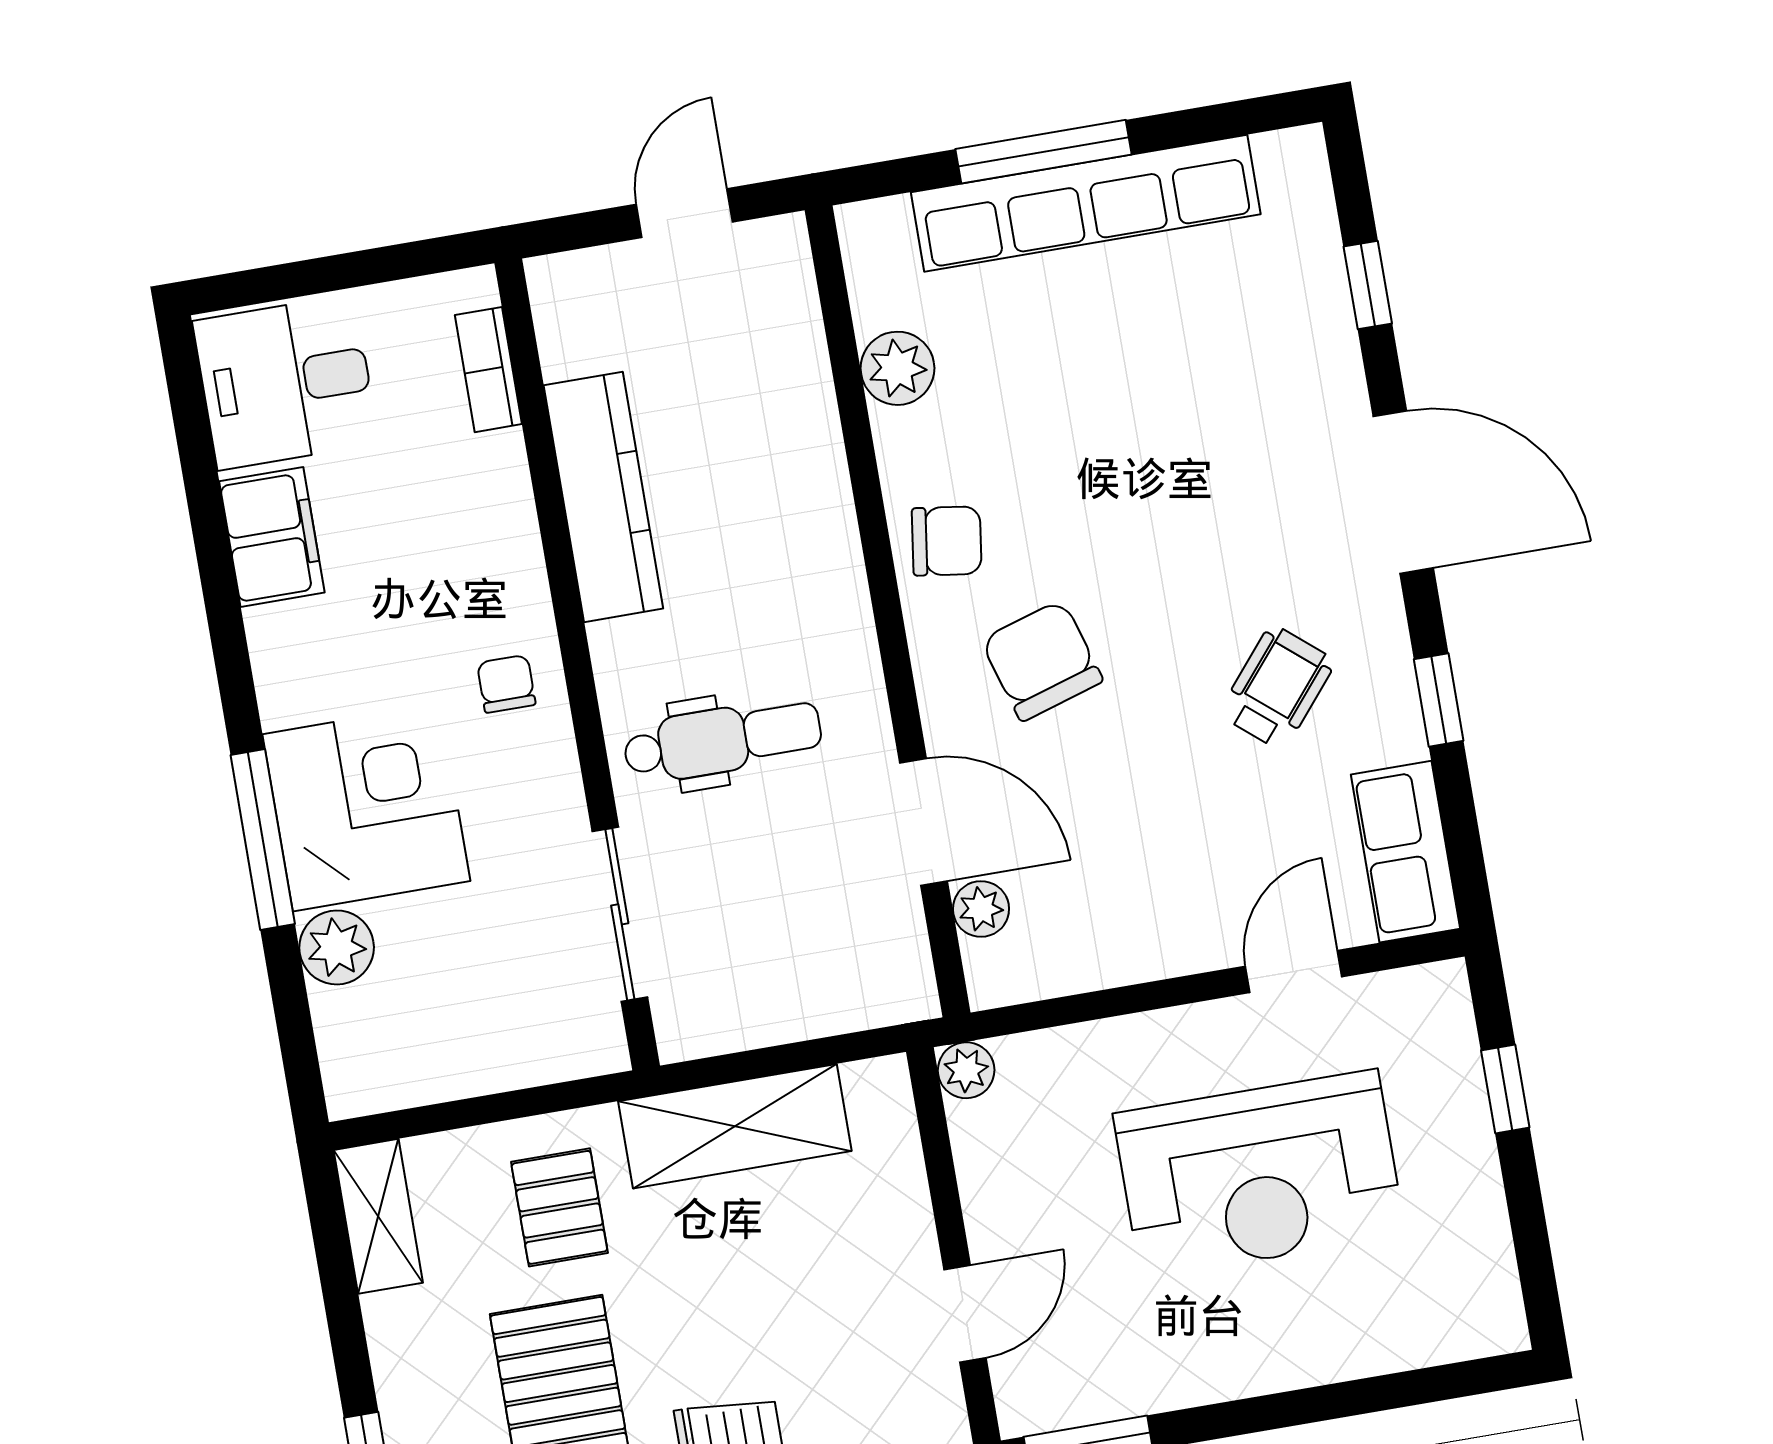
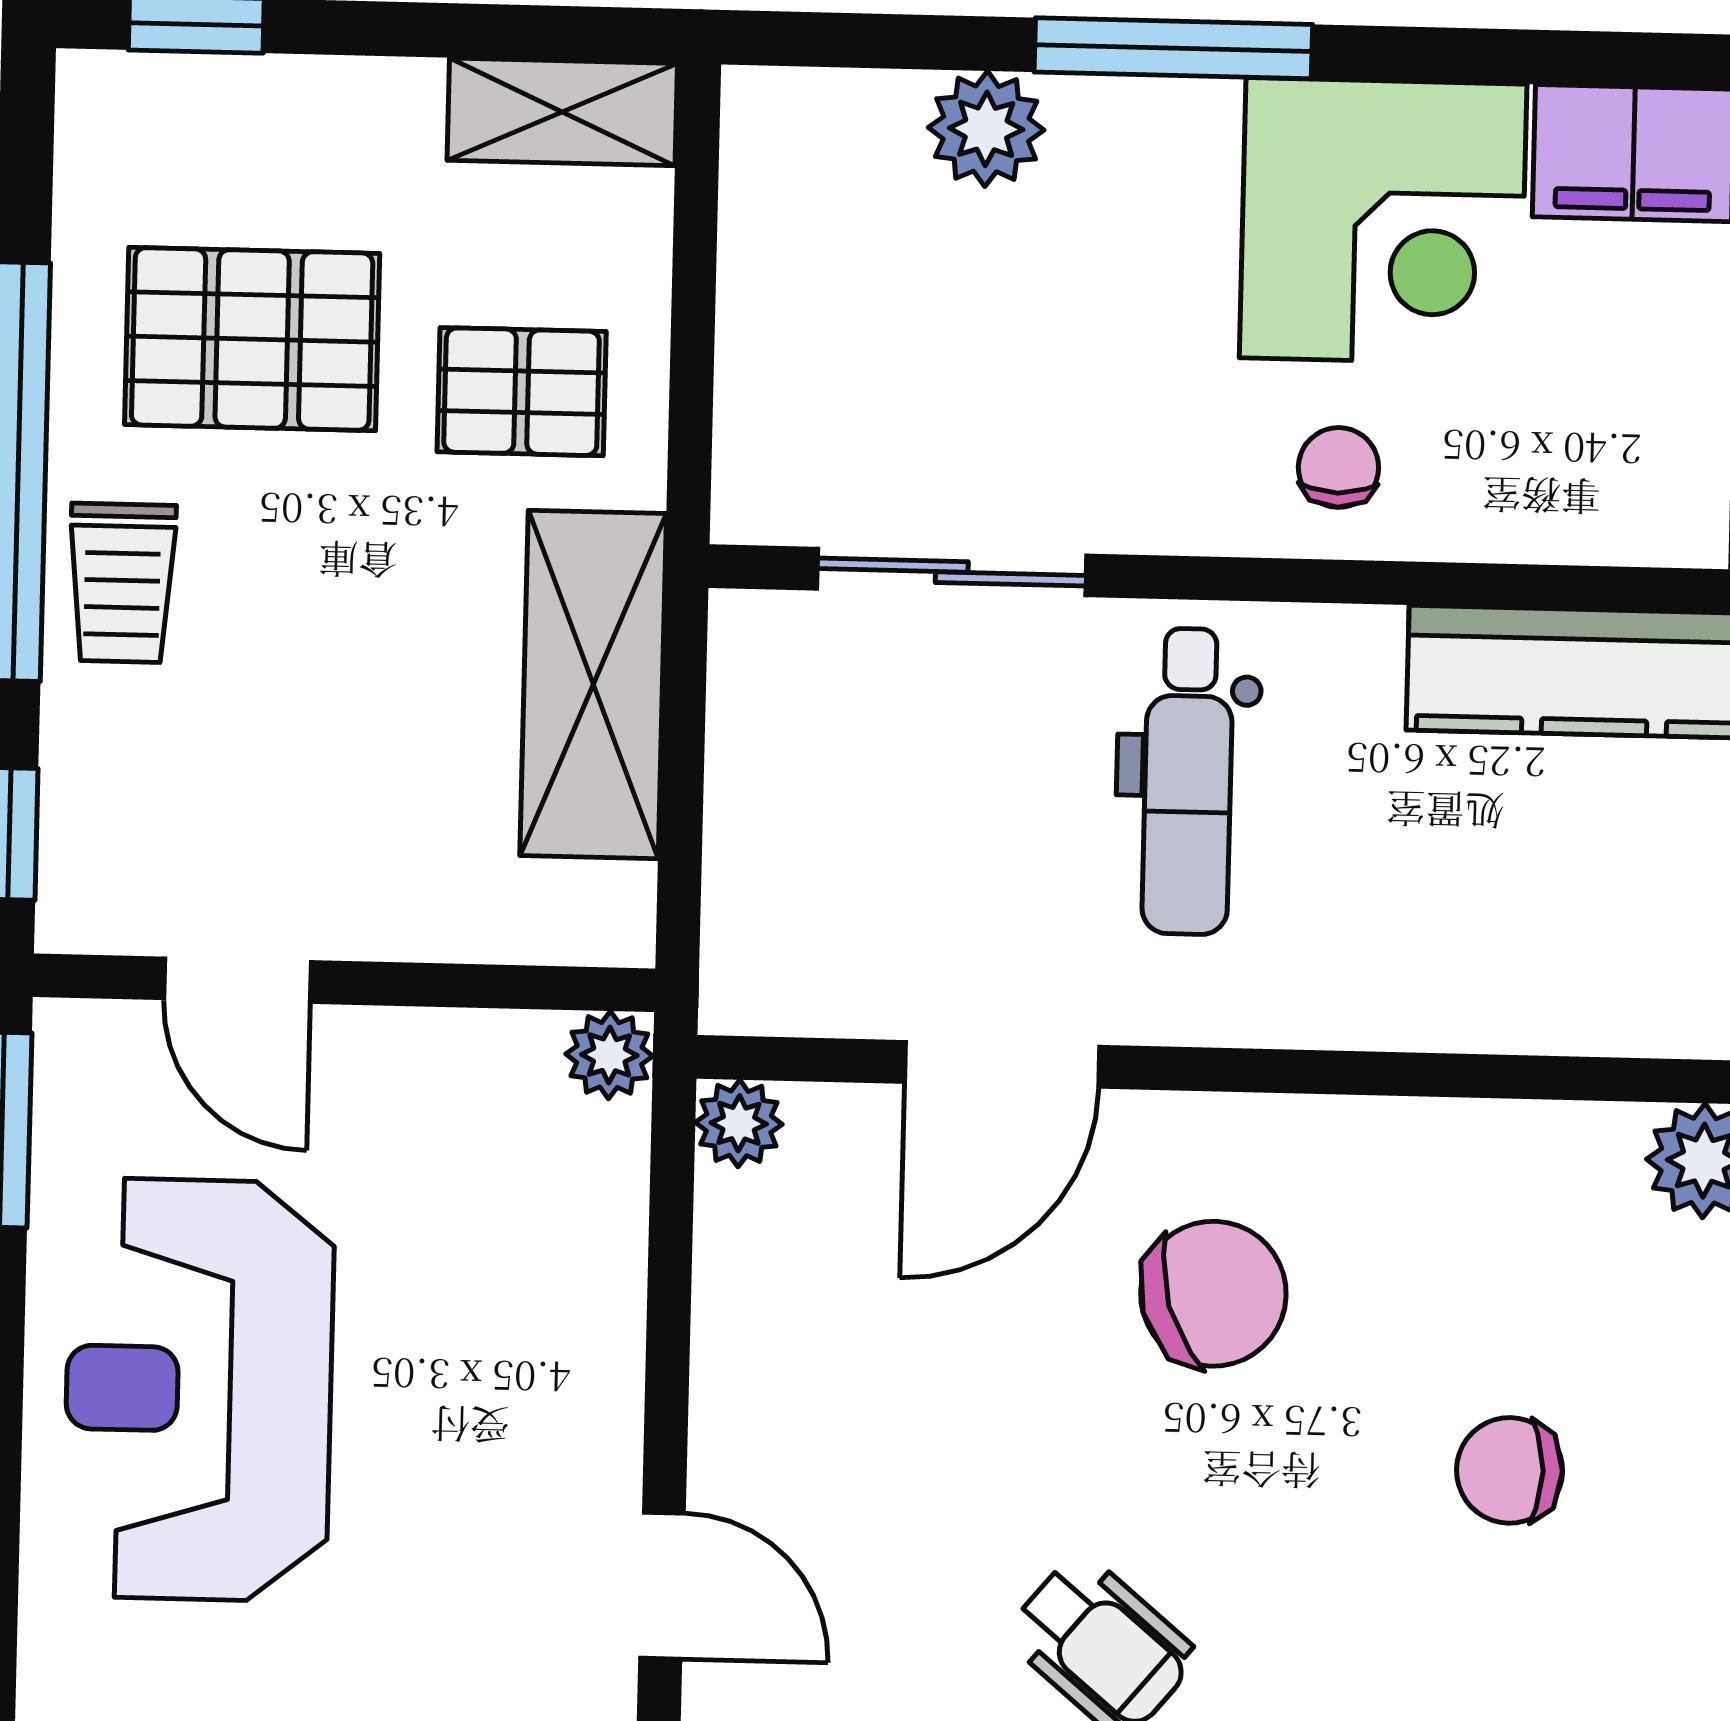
chair: (947, 541) -> (1510, 1470), moved, turned 82
chair: (506, 684) -> (1338, 467), turned -90
corner desk: (366, 808) -> (1383, 221), moved
plant: (981, 909) -> (739, 1123), moved
reception desk: (1259, 1174) -> (199, 1390), moved

